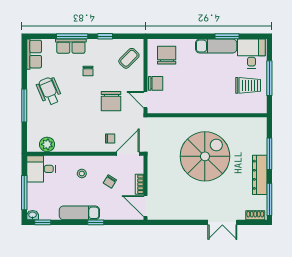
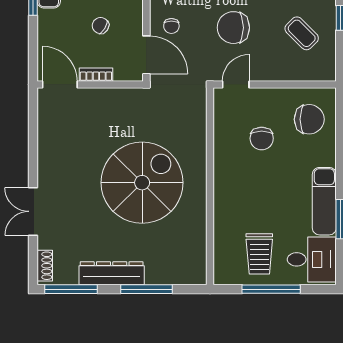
coffee table: (129, 58) -> (302, 33), moved
chair: (156, 83) -> (262, 138), moved
spiral stairs: (205, 156) -> (142, 183), turned -90
door: (145, 206) -> (60, 84), hinge flipped

